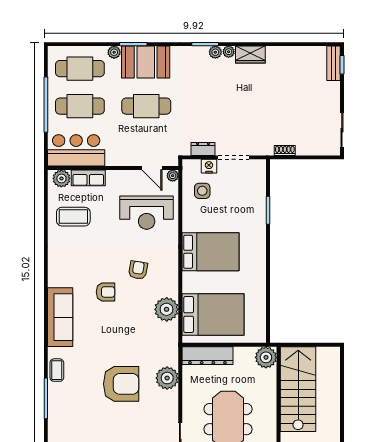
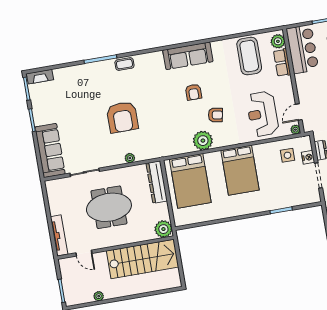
coffee table: (73, 217) -> (249, 56), width x1.36, depth x1.32
plant: (167, 309) -> (203, 141), moved
sofa: (60, 317) -> (188, 56), moved
plant: (167, 378) -> (130, 158), width x0.53, depth x0.53

